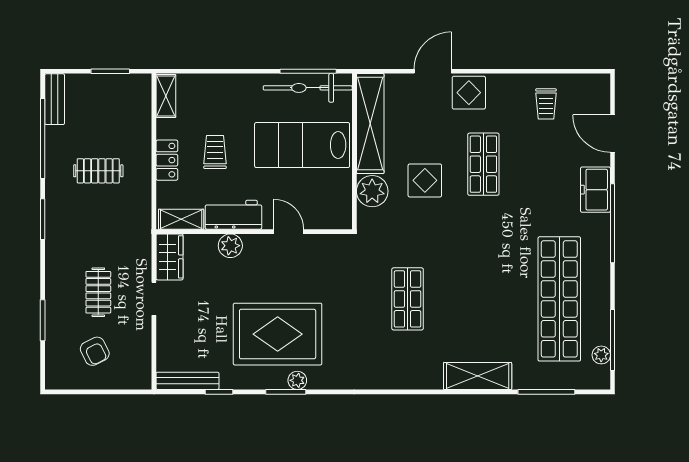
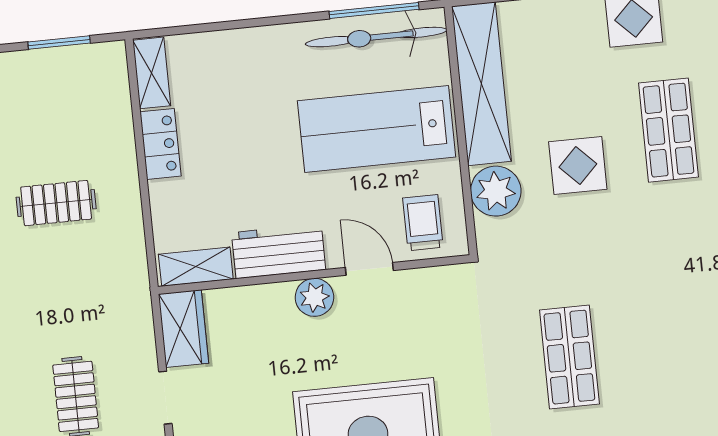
trolley: (215, 152) -> (423, 223), moved
locker: (167, 160) -> (161, 144), moved
plant: (230, 246) -> (314, 297), moved

